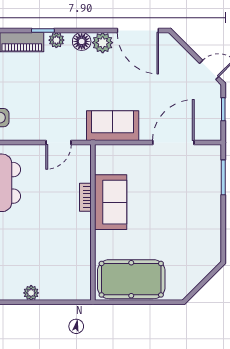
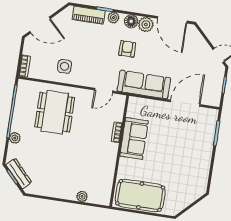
armchair: (82, 80) -> (127, 49), added
sofa: (113, 126) -> (144, 84), width x1.36
plant: (31, 293) -> (82, 196), moved

